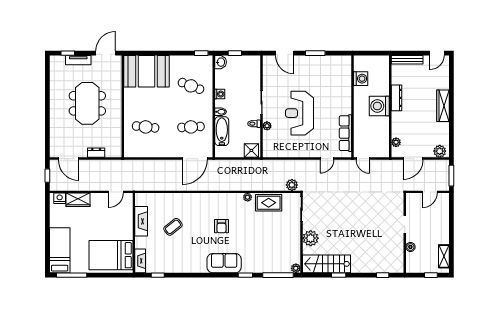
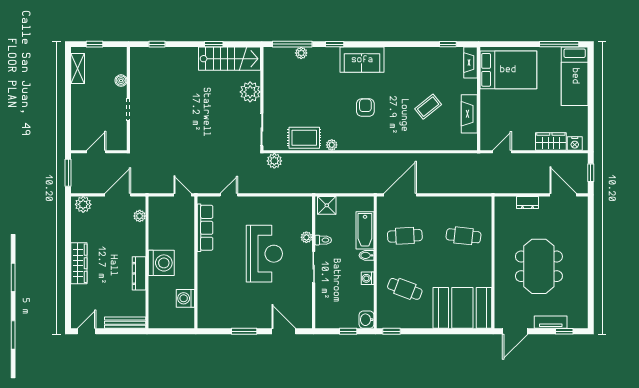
plant: (296, 268) -> (301, 53), moved

